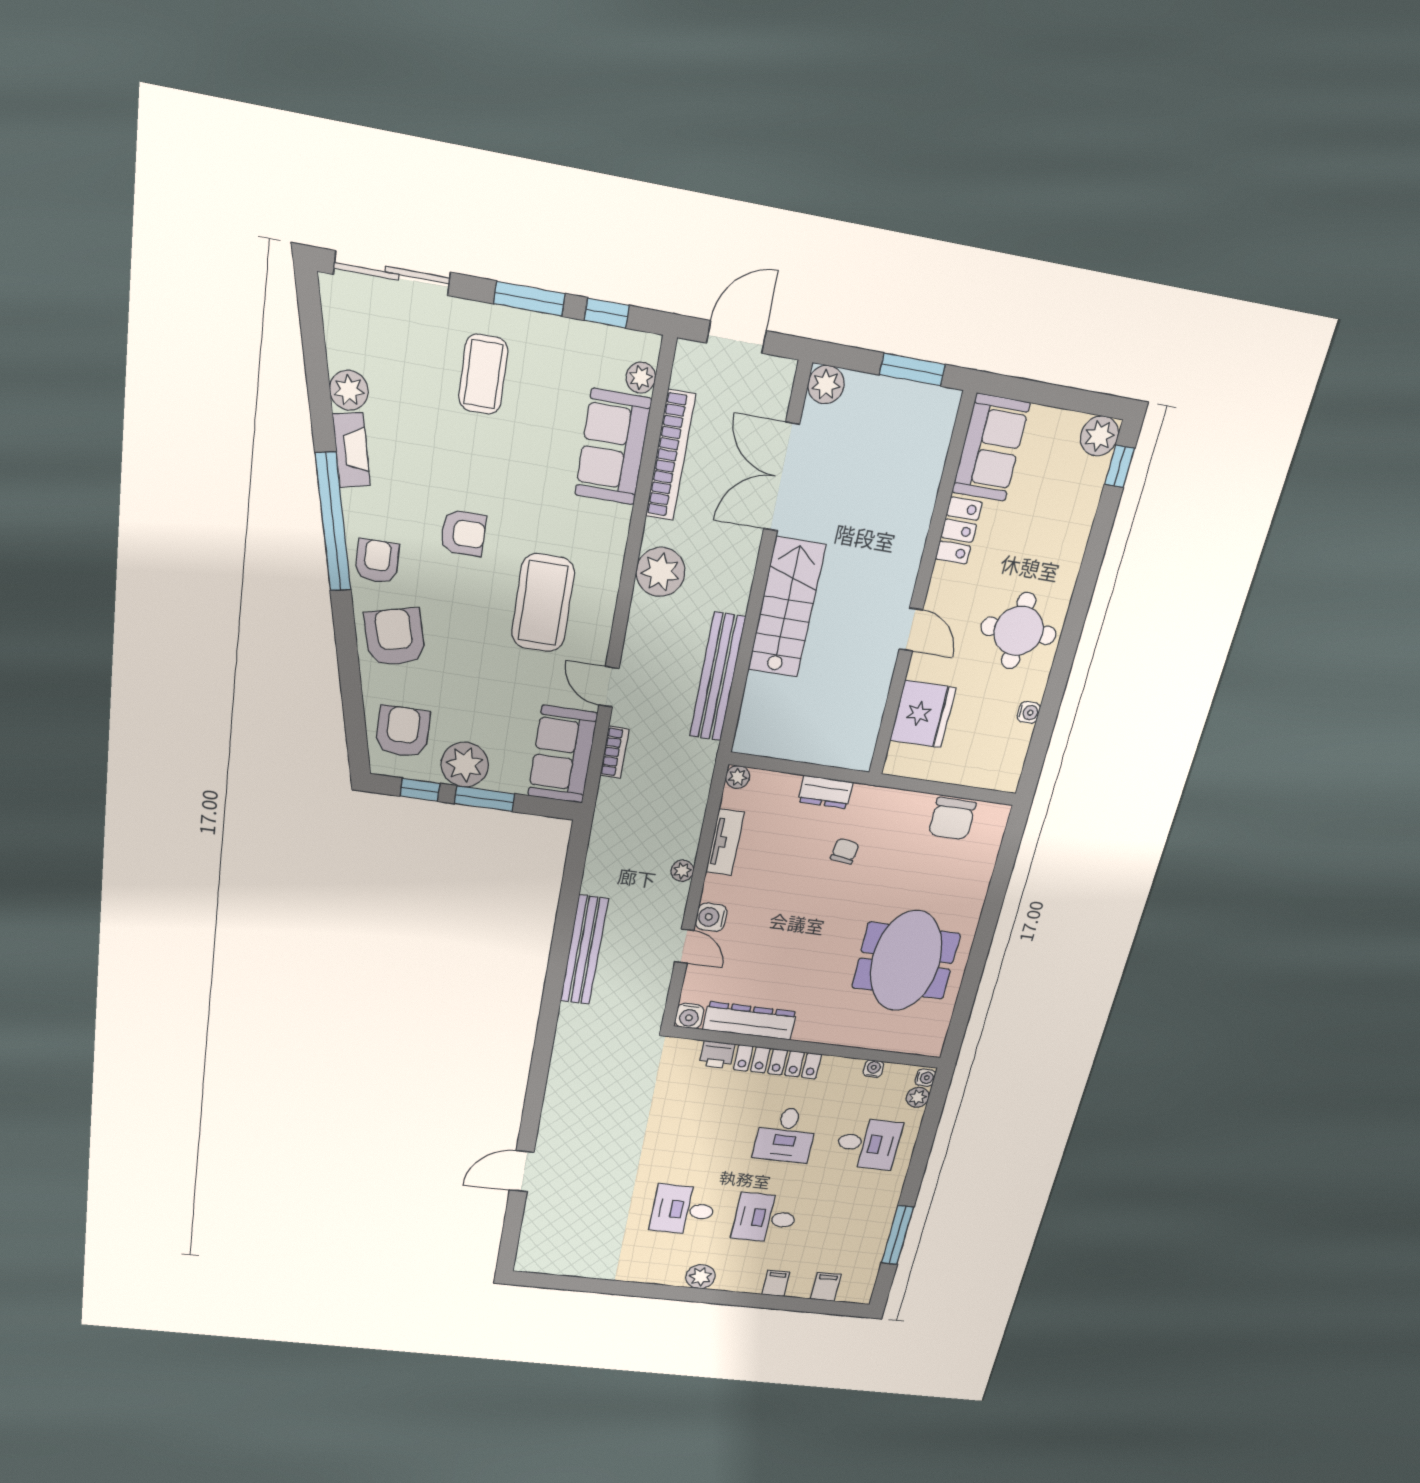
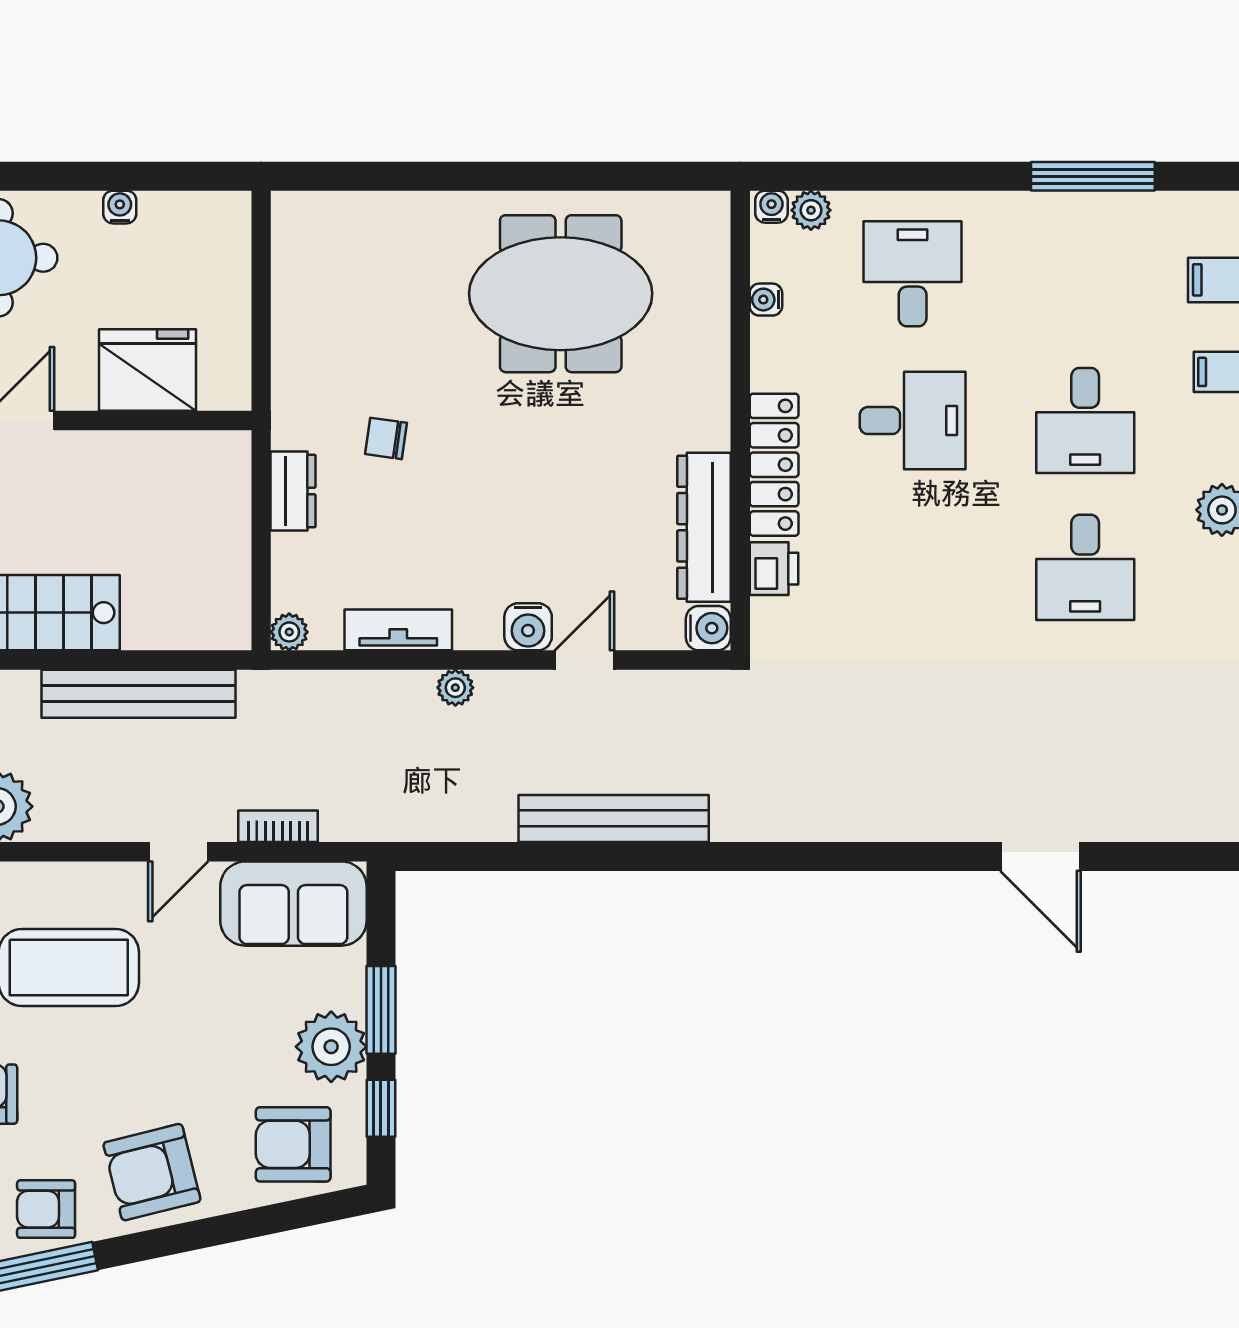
chair: (952, 819) -> (307, 281), removed

